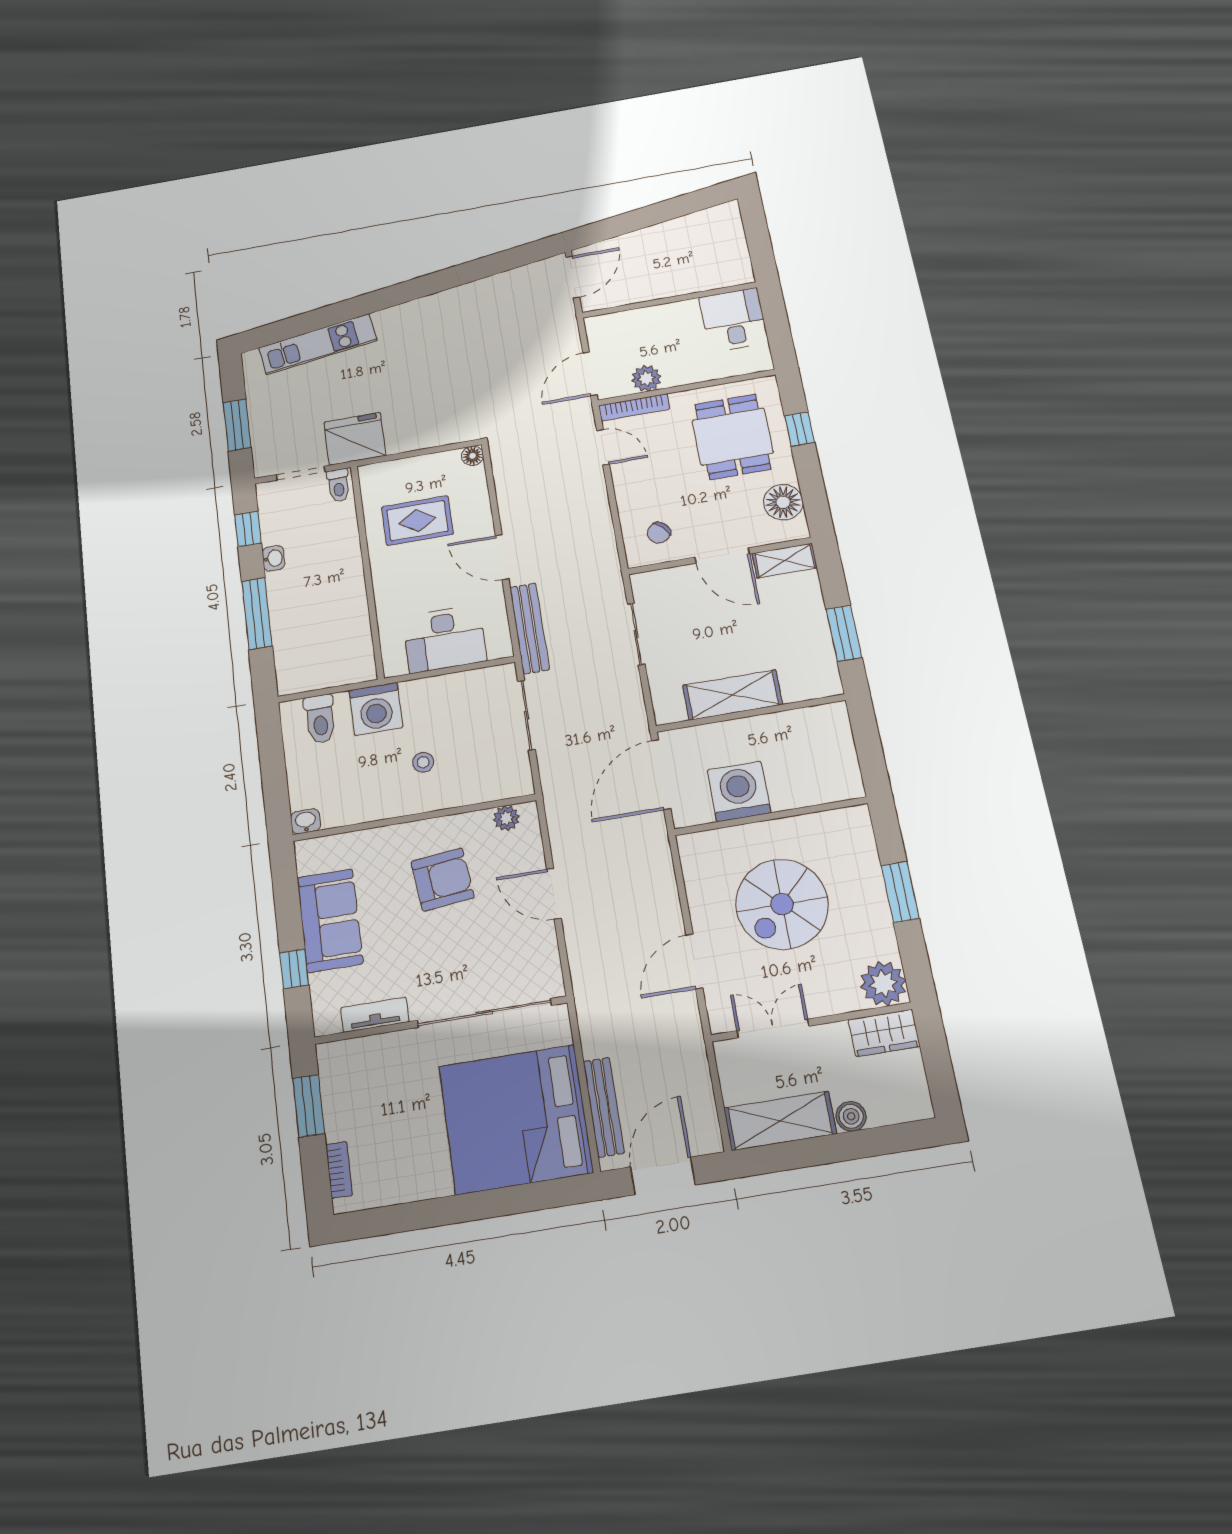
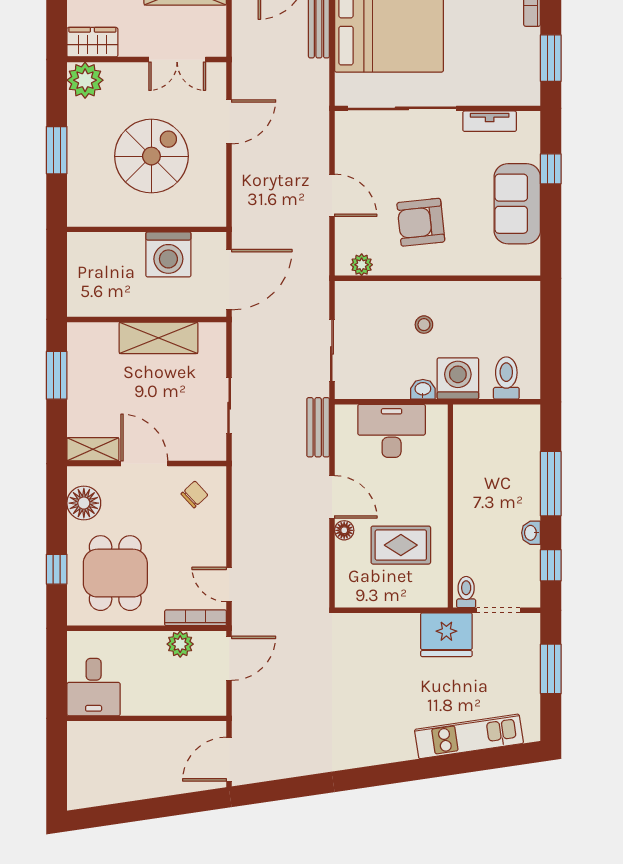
floor lamp: (473, 456) -> (344, 530), moved
bench: (529, 628) -> (318, 427), width x0.73
washbasin: (306, 821) -> (423, 389), moved, turned 180

